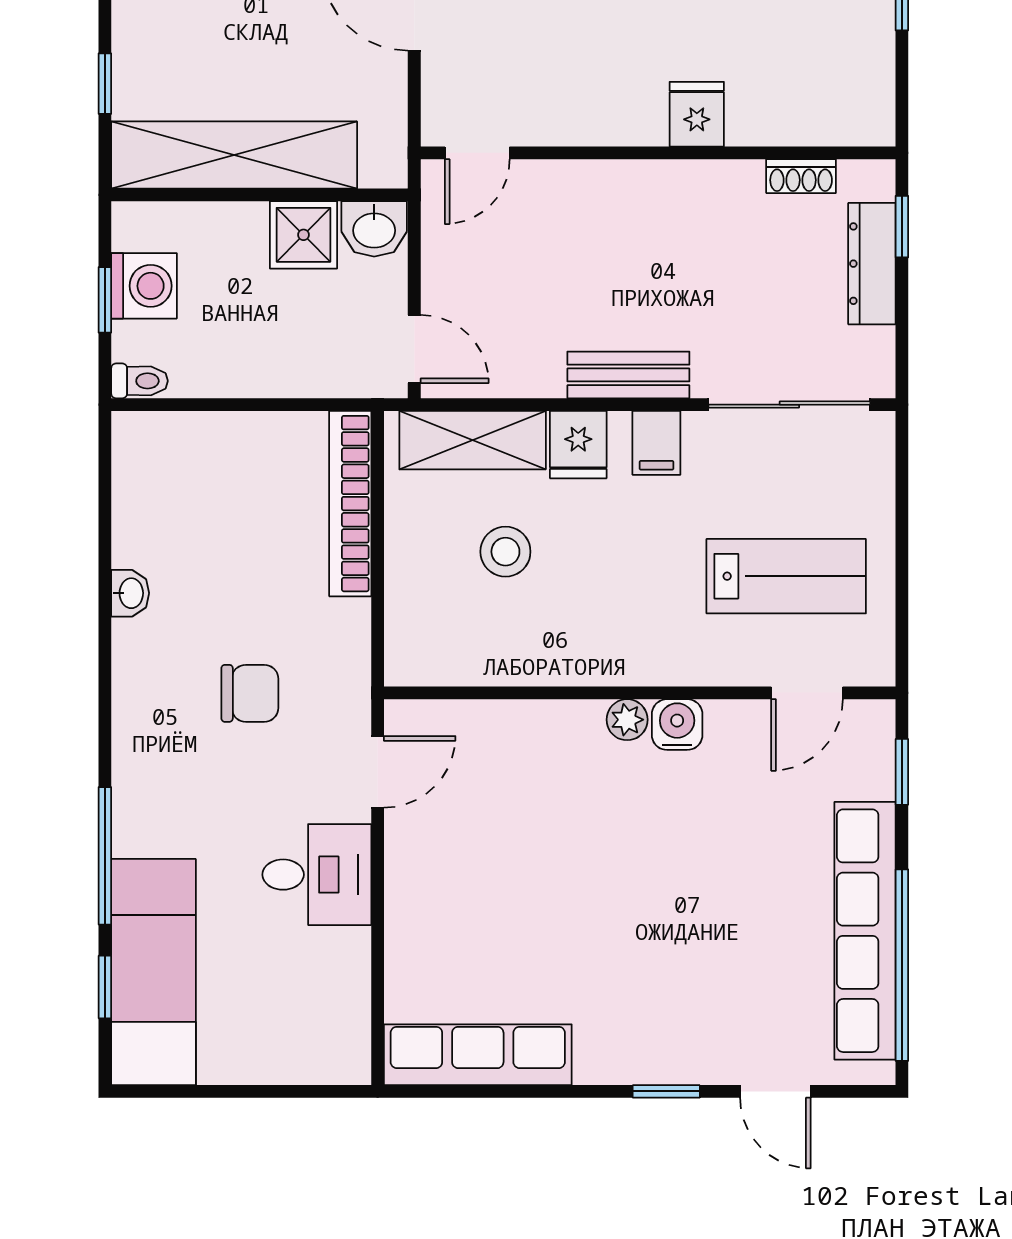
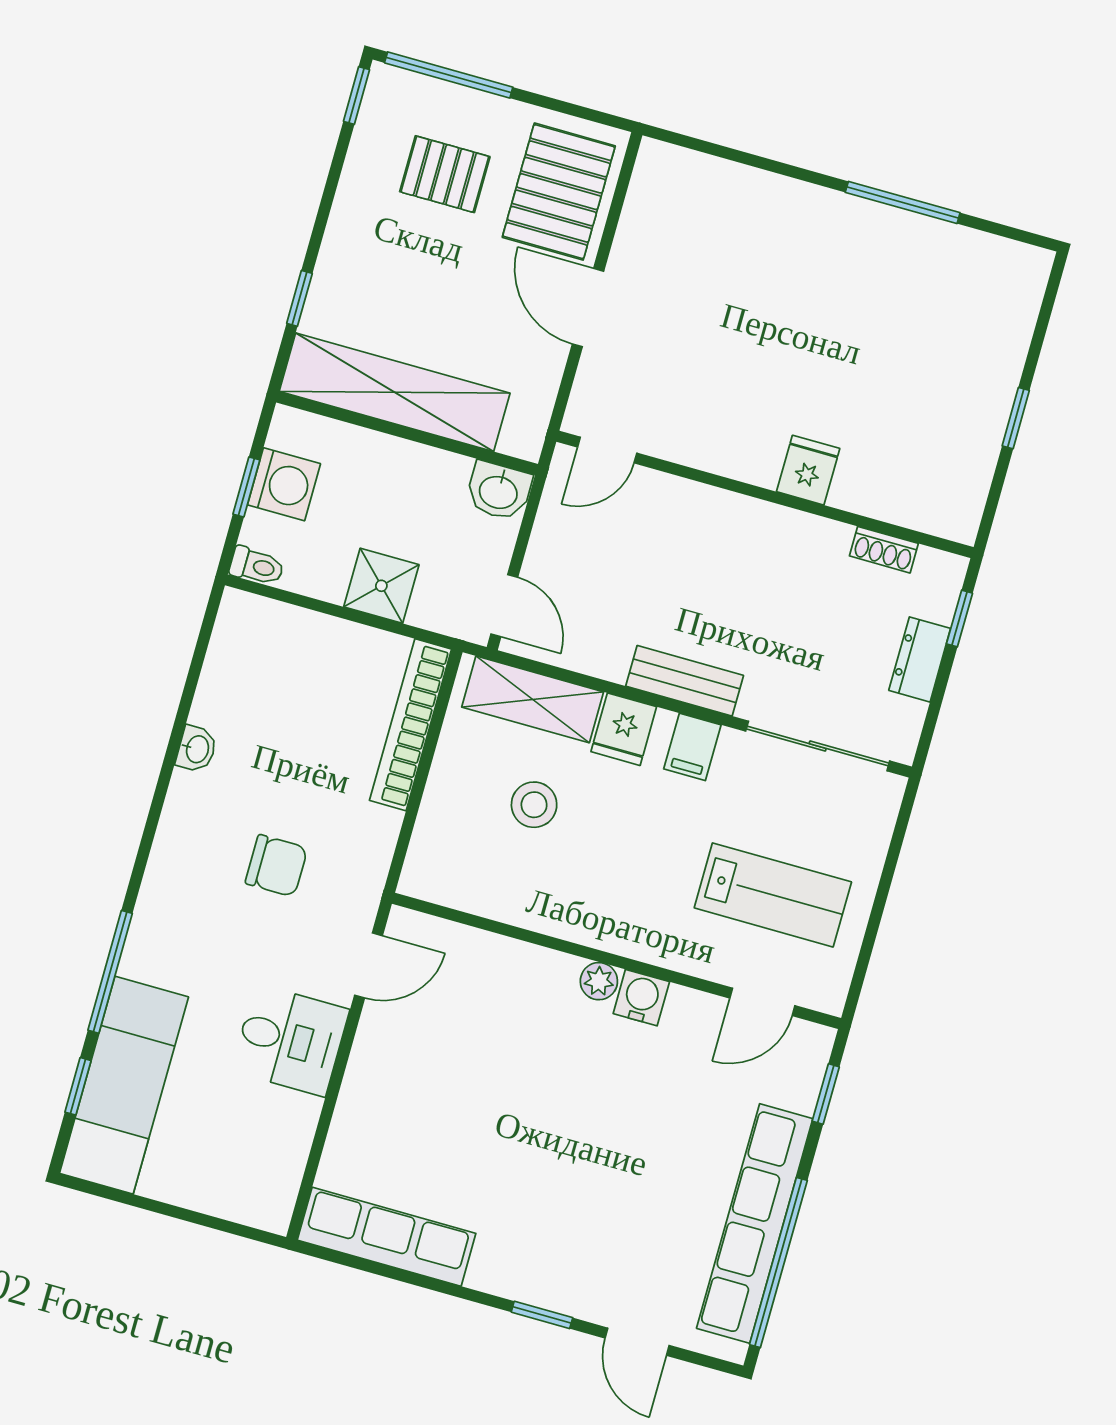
shower: (303, 235) -> (381, 586), moved
dresser: (872, 264) -> (920, 659), width x0.70

